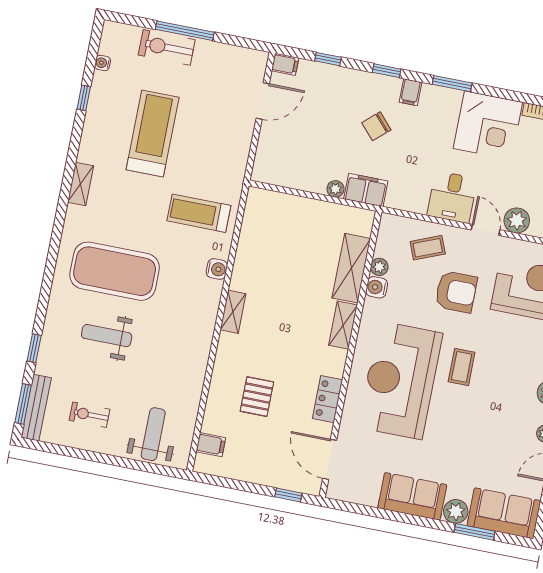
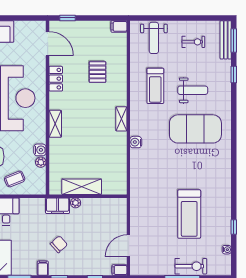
shelving: (81, 184) -> (226, 176), removed
treadmill: (199, 213) -> (155, 86), moved, turned 90
shelving: (351, 268) -> (82, 187), moved, turned 90
filing cabinet: (211, 445) -> (119, 26), moved

